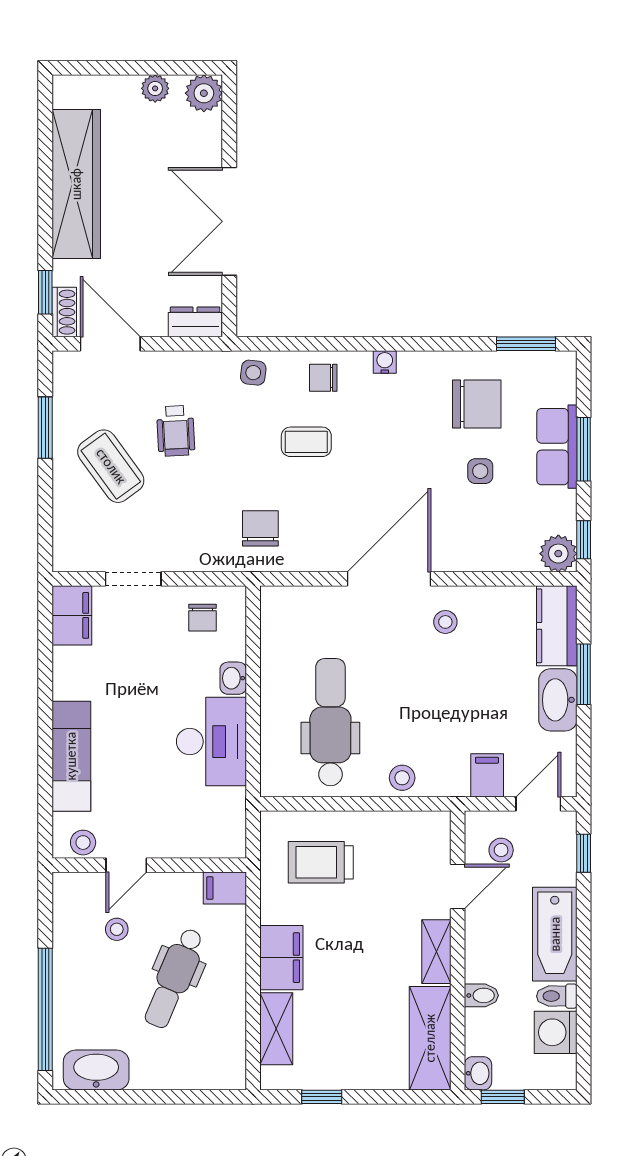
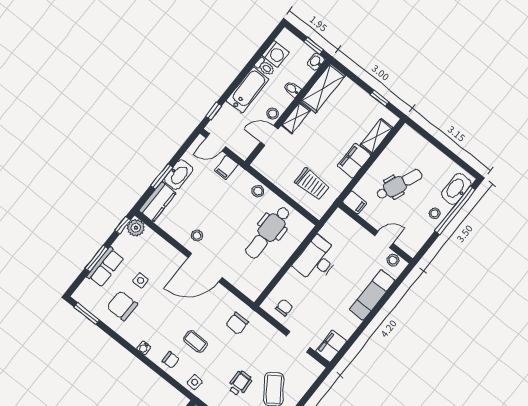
washbasin: (233, 678) -> (291, 277), removed
stool: (501, 850) -> (273, 114), moved
stool: (117, 929) -> (435, 213), moved
washbasin: (96, 1070) -> (456, 189), moved, turned 90

